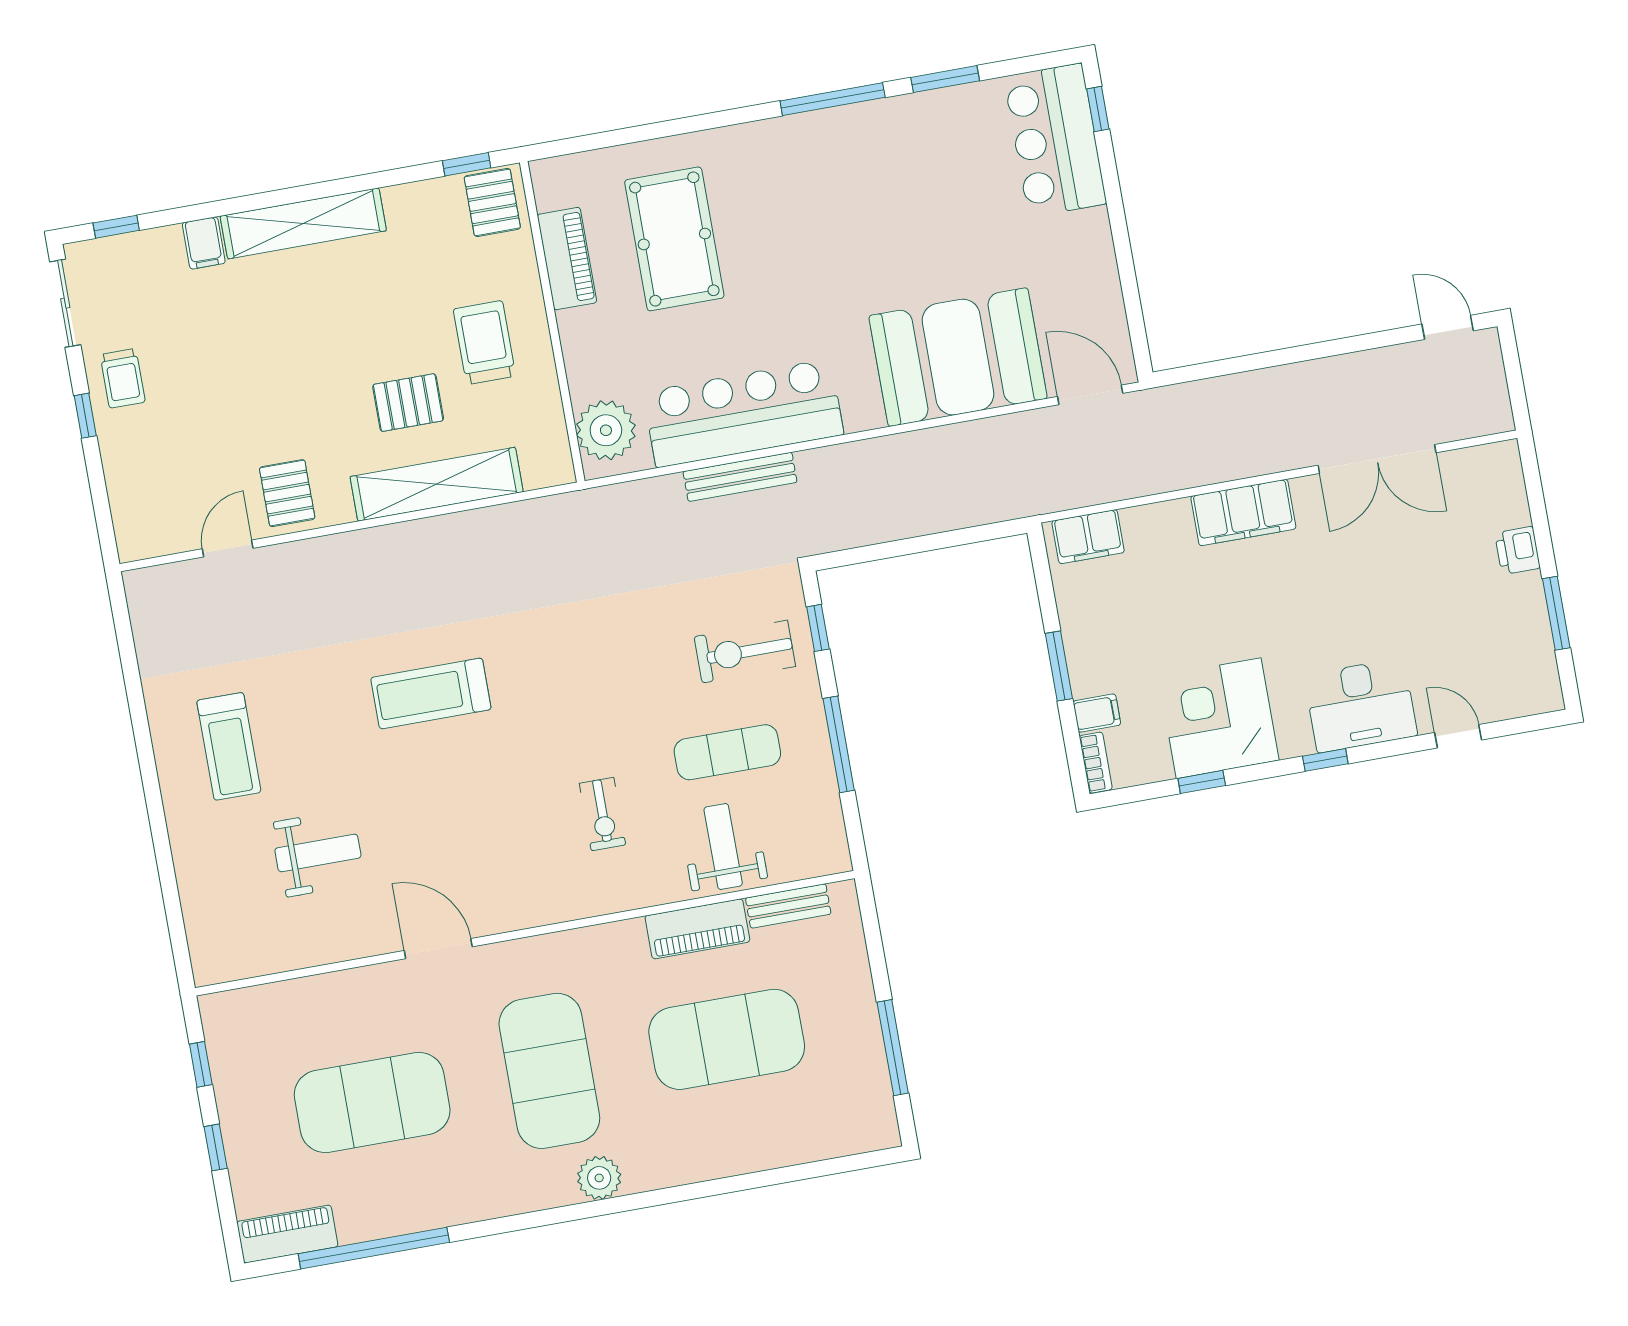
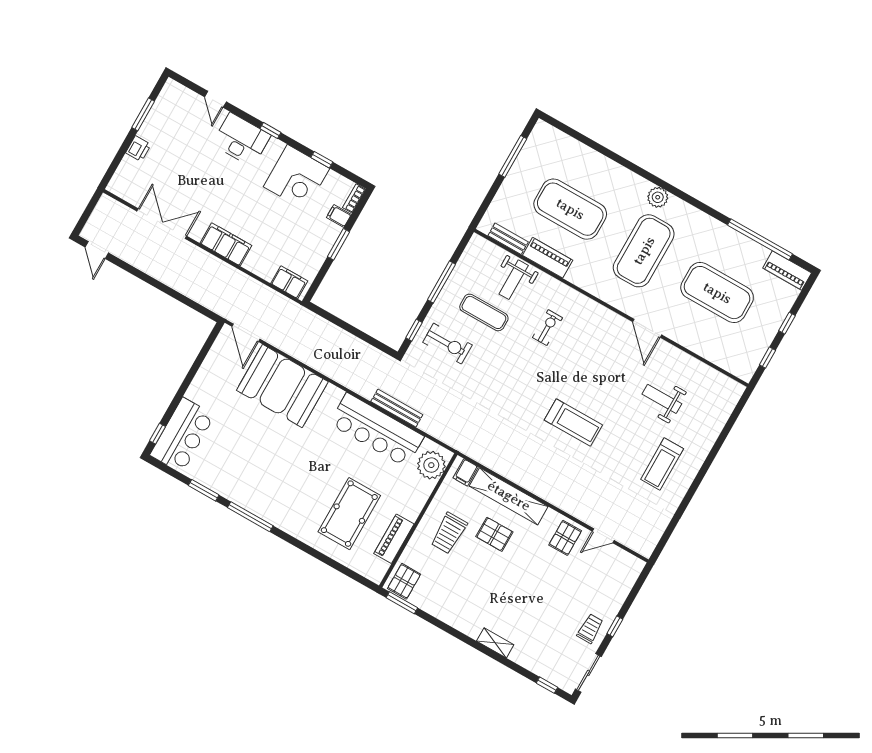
window: (467, 164) -> (402, 603), width x1.50
shelving: (303, 223) -> (495, 643), width x0.45, depth x0.75
filing cabinet: (204, 243) -> (466, 472), moved, turned 180
treadmill: (229, 746) -> (662, 464), turned 180

